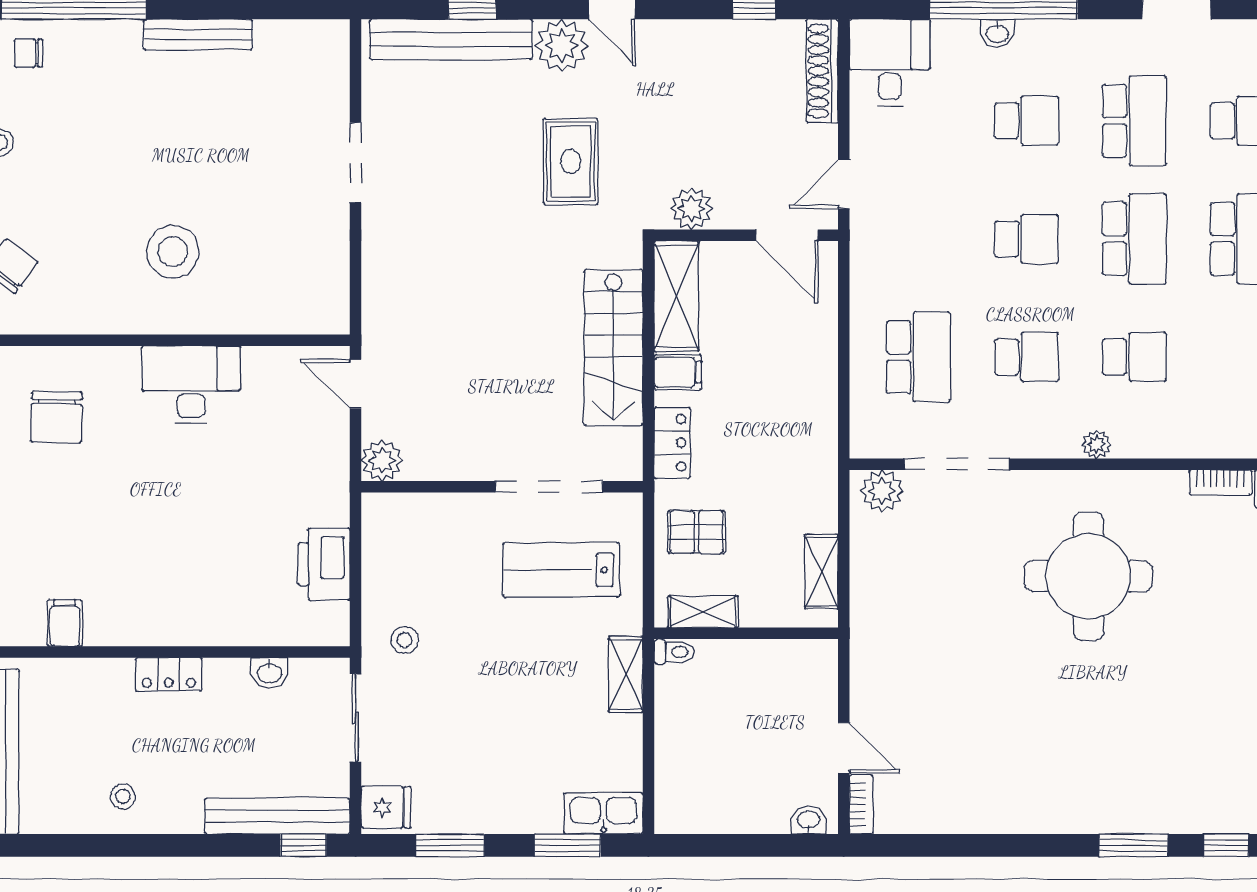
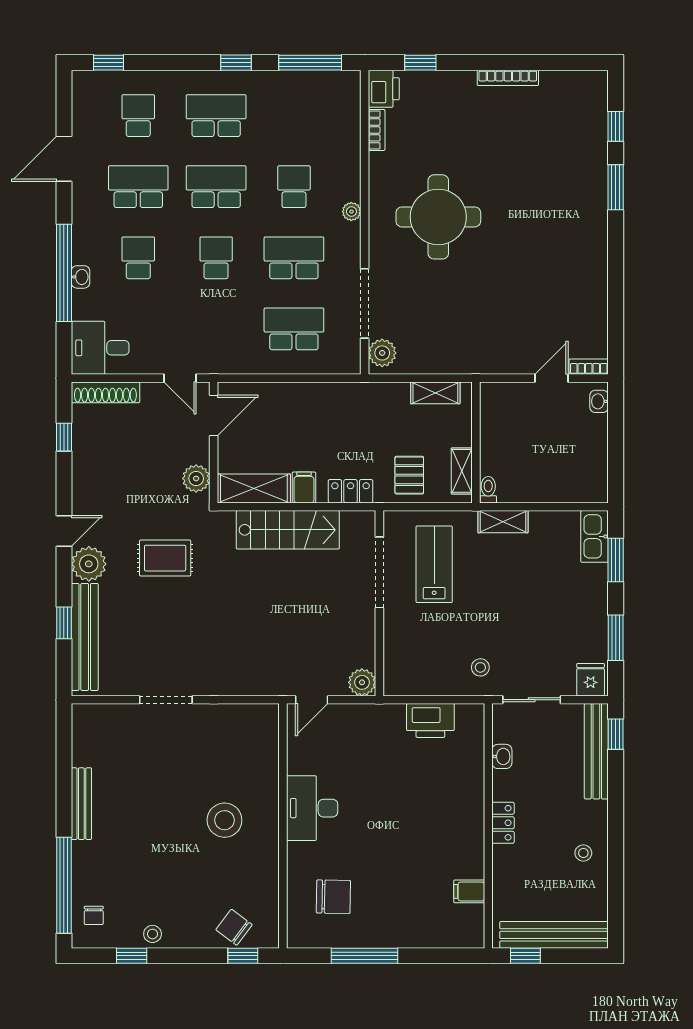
school desk: (1026, 357) -> (294, 258), width x1.85
lab bench: (561, 570) -> (434, 564), turned 180

